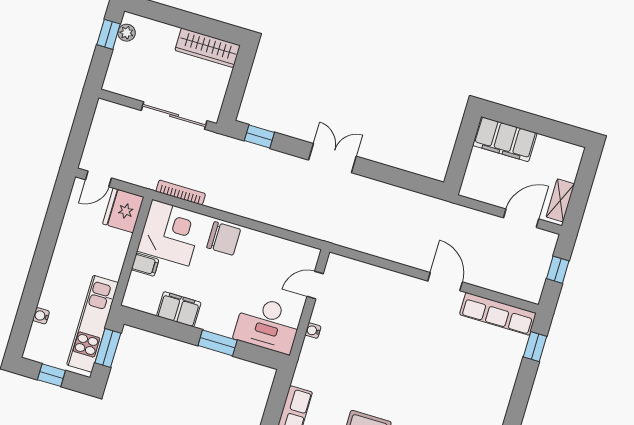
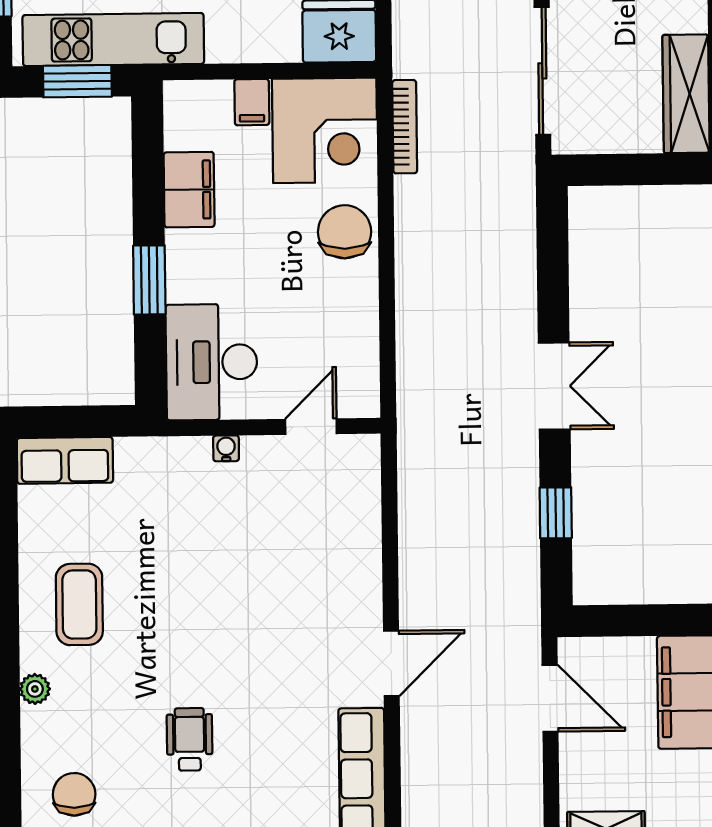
window: (259, 136) -> (556, 513), moved
door: (521, 218) -> (550, 698), moved
chair: (224, 238) -> (345, 232), turned 180
door: (315, 285) -> (311, 427), hinge flipped
wheelchair: (452, 393) -> (190, 739), added

